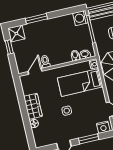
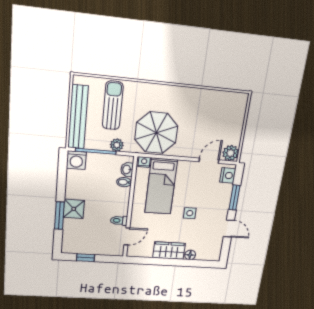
shower: (16, 34) -> (74, 209), moved
plant: (100, 42) -> (117, 145), added
door: (35, 71) -> (127, 236), swing flipped

